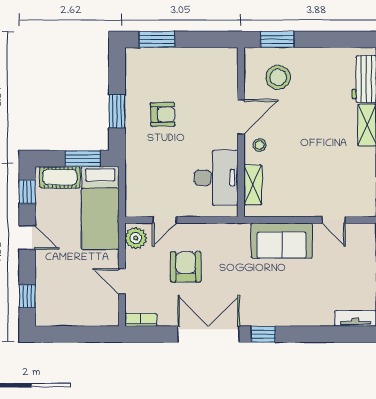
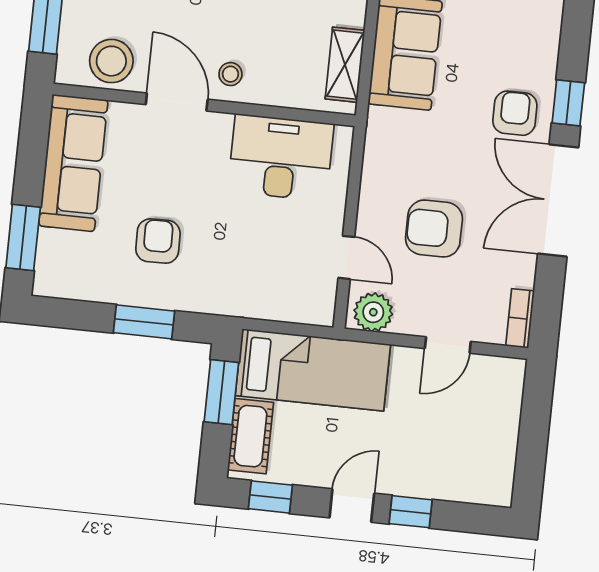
sofa: (201, 63) -> (73, 163), added
stool: (278, 77) -> (111, 61), moved
shelving: (253, 185) -> (345, 65), moved, turned 90
window: (27, 296) -> (411, 512), moved
armchair: (254, 305) -> (515, 113), added

